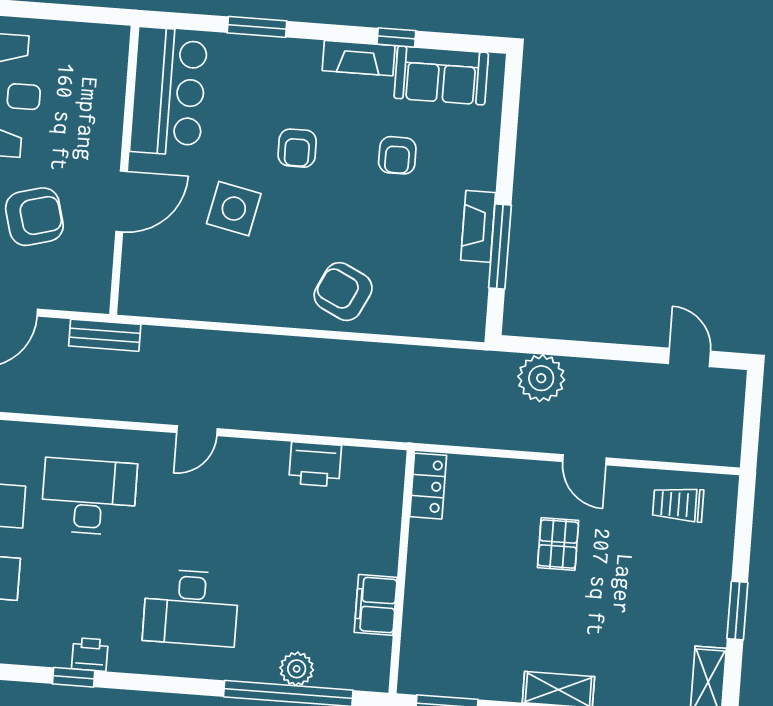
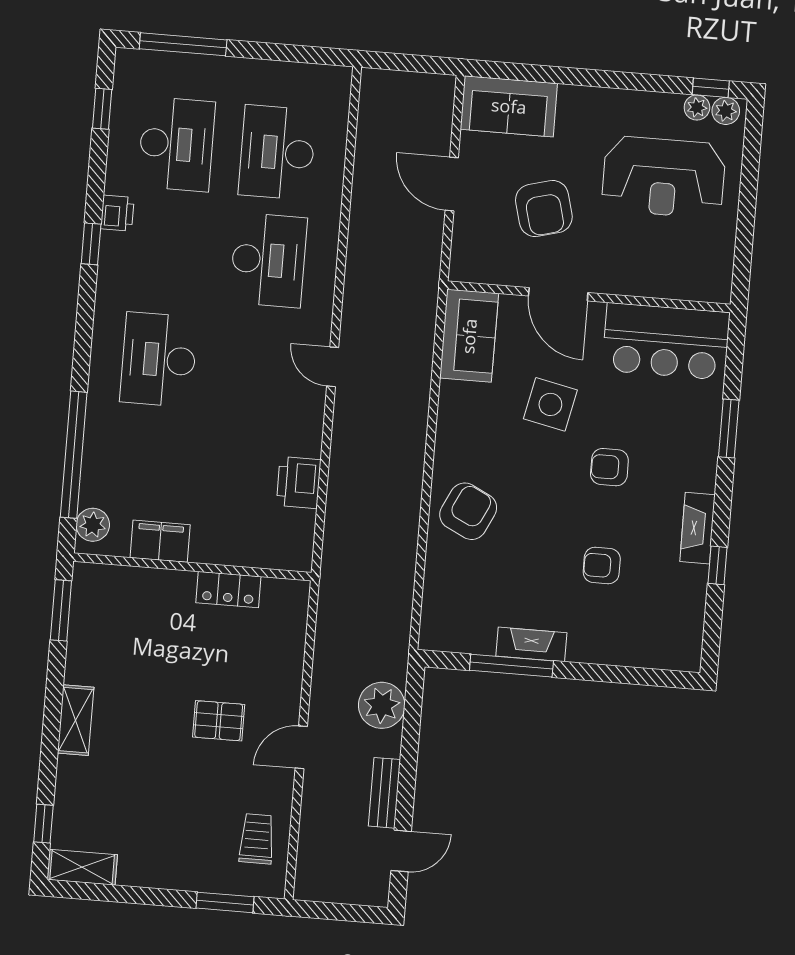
sofa: (441, 75) -> (469, 336), moved, turned 180
bench: (105, 335) -> (384, 793), moved
locker: (428, 486) -> (228, 590), moved
window: (737, 611) -> (225, 902), moved
printer: (90, 654) -> (117, 213), moved
plant: (297, 669) -> (93, 525), moved

